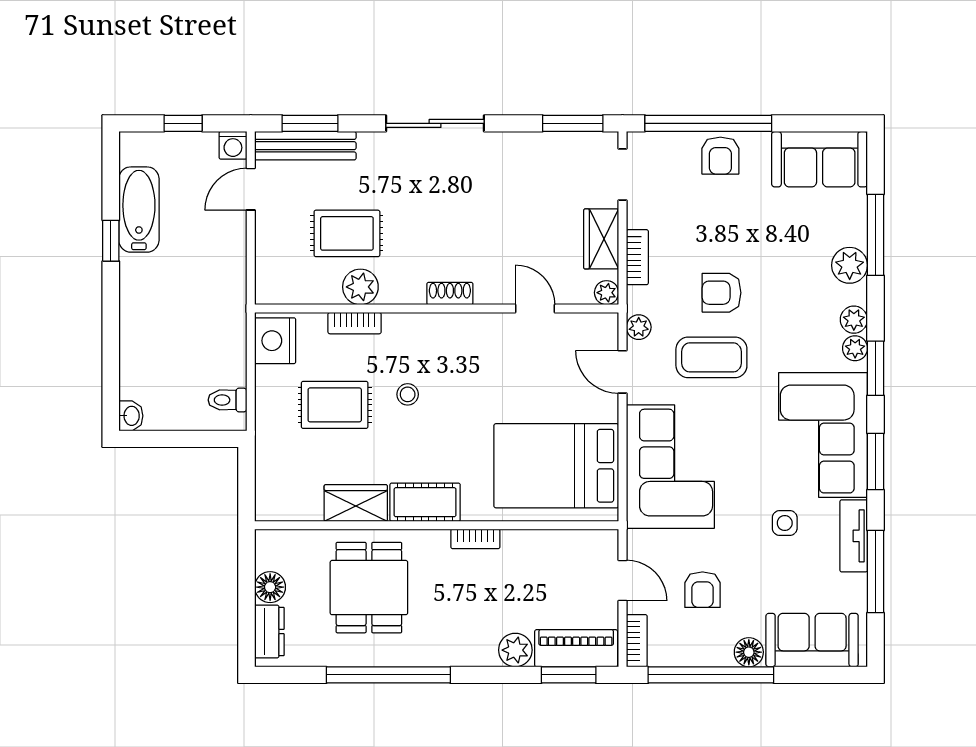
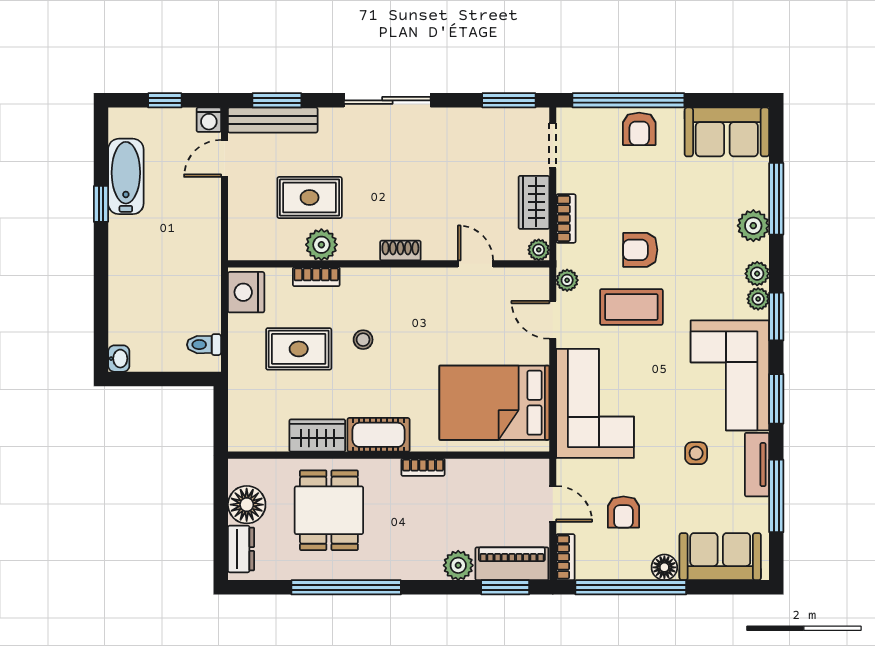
floor lamp: (270, 587) -> (247, 505), width x1.38, depth x1.38

